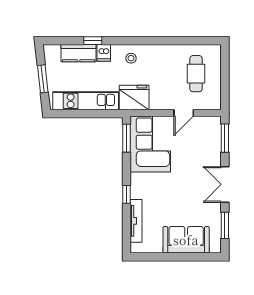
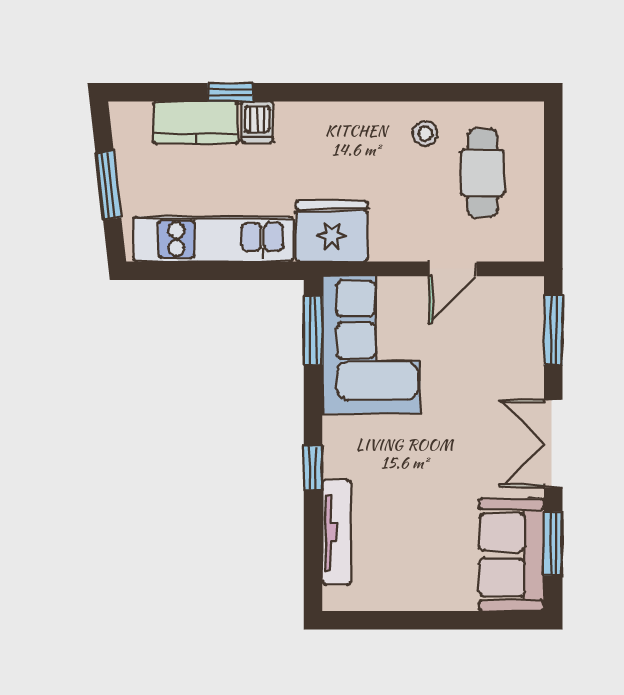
stool: (131, 58) -> (425, 133), moved
sofa: (186, 240) -> (512, 555), moved, turned -90

